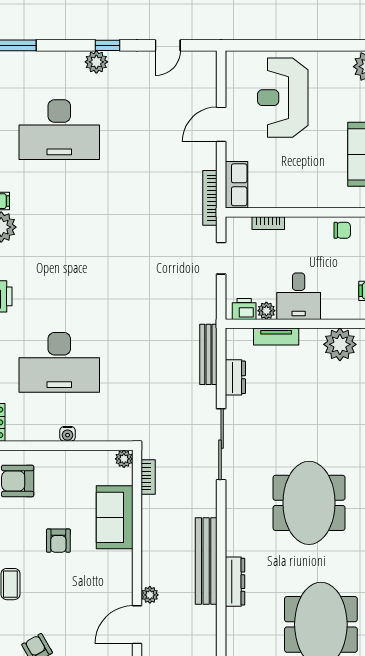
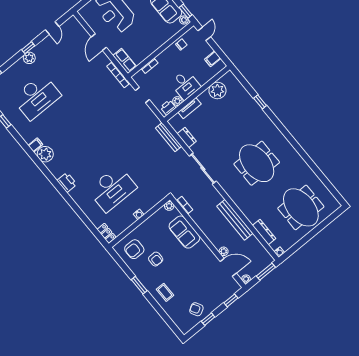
armchair: (58, 541) -> (156, 259), moved
dresser: (235, 582) -> (264, 232), moved
door: (137, 625) -> (228, 267), swing flipped

